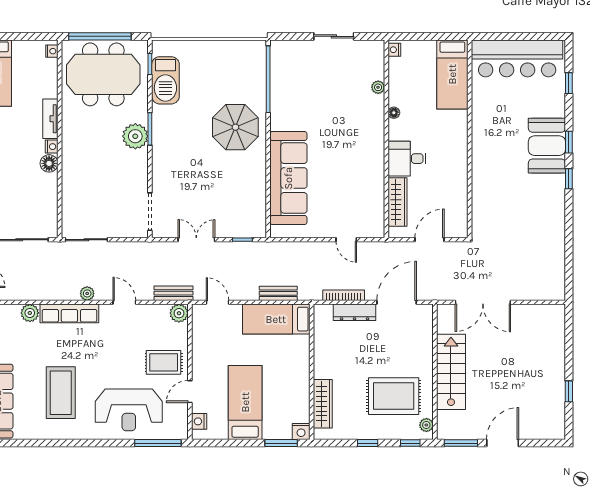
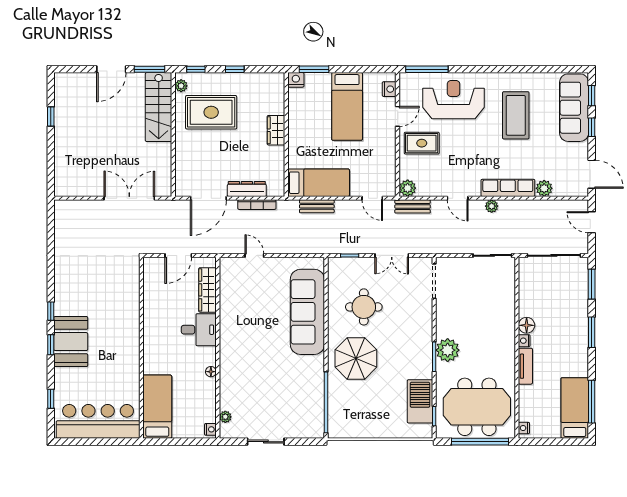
plant: (378, 87) -> (225, 417), moved
round table: (227, 183) -> (364, 307), added
stairs: (451, 372) -> (159, 107), moved
wardrobe: (323, 404) -> (276, 130), moved, width x0.67

